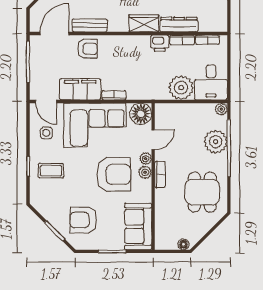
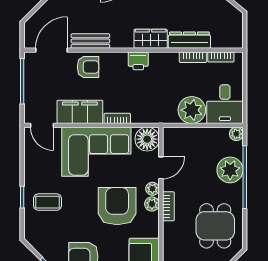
printer: (160, 43) -> (138, 61), moved
side table: (46, 133) -> (42, 160), removed
armchair: (114, 174) -> (117, 206), turned -90

